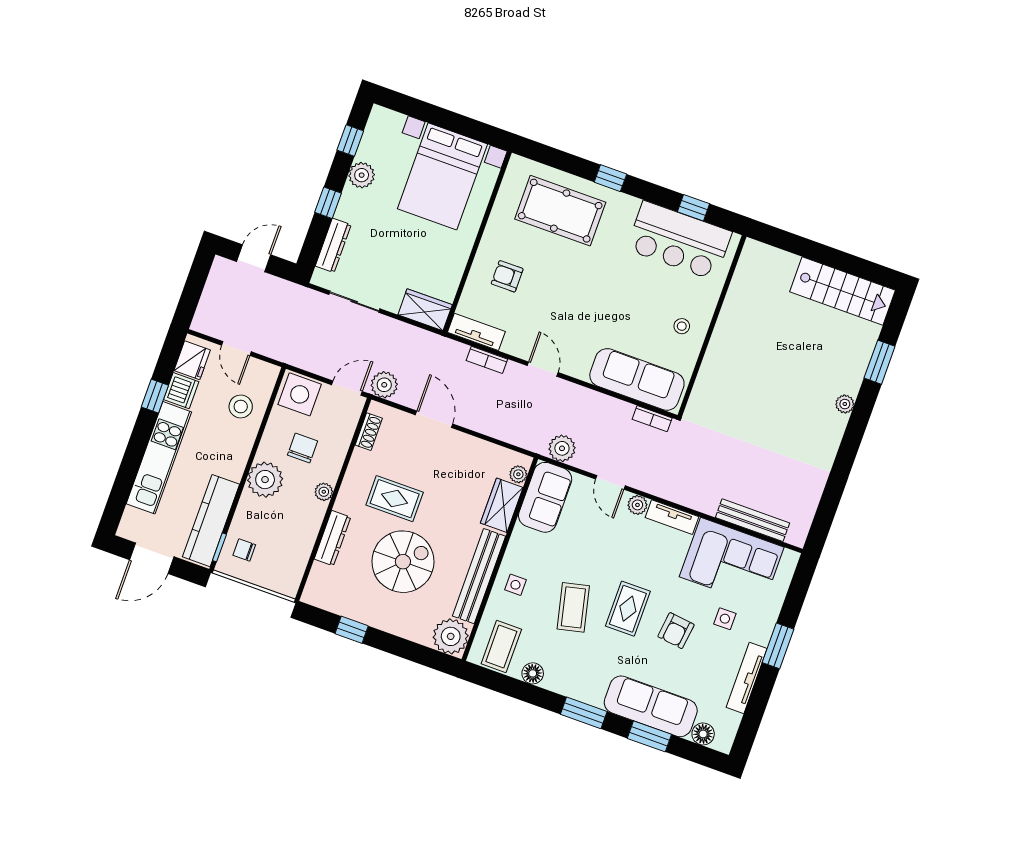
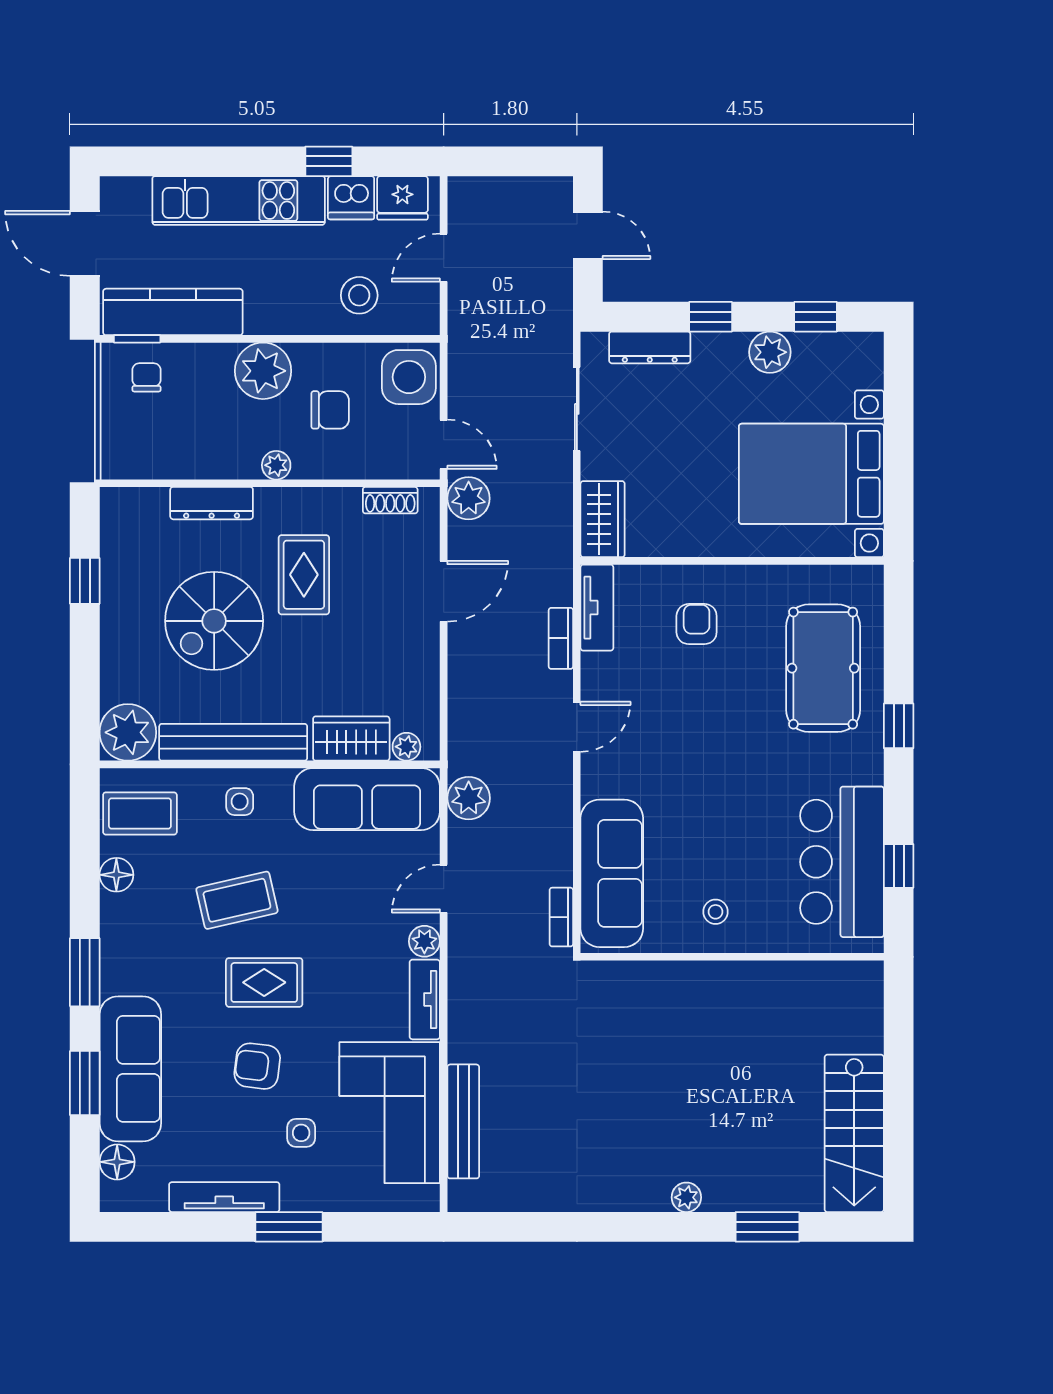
sofa: (545, 497) -> (367, 799), width x1.36
spiral stairs: (403, 562) -> (214, 621), turned 90

